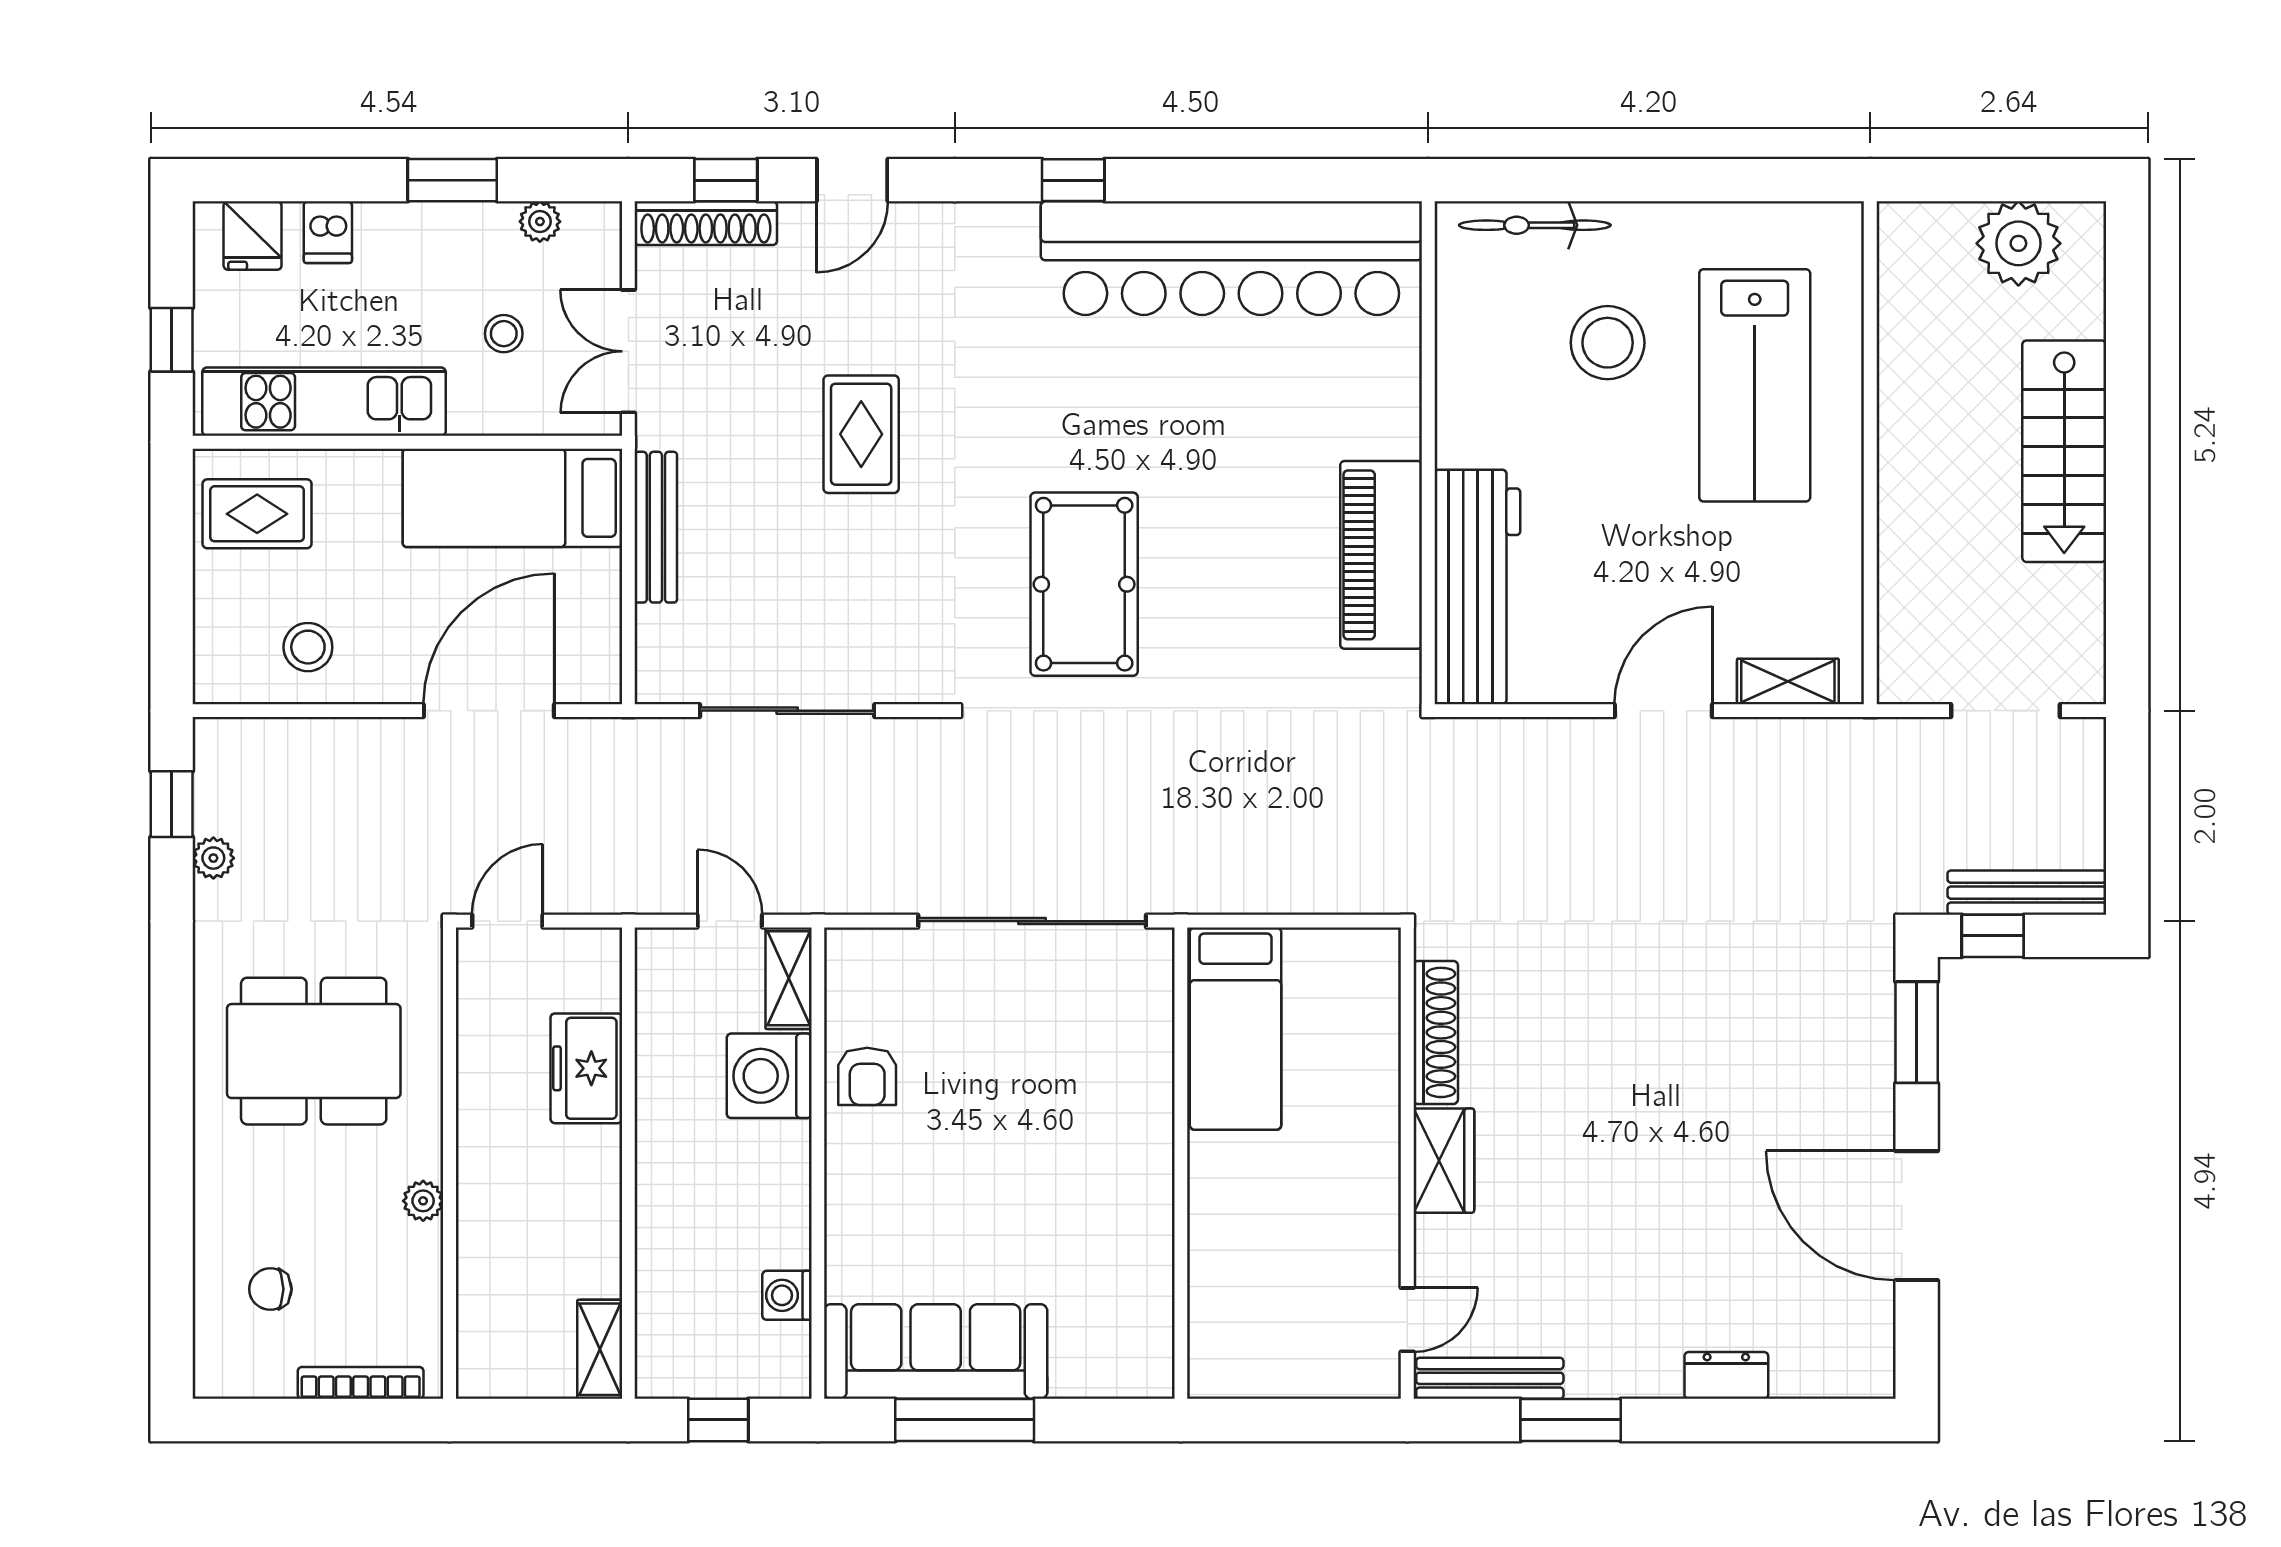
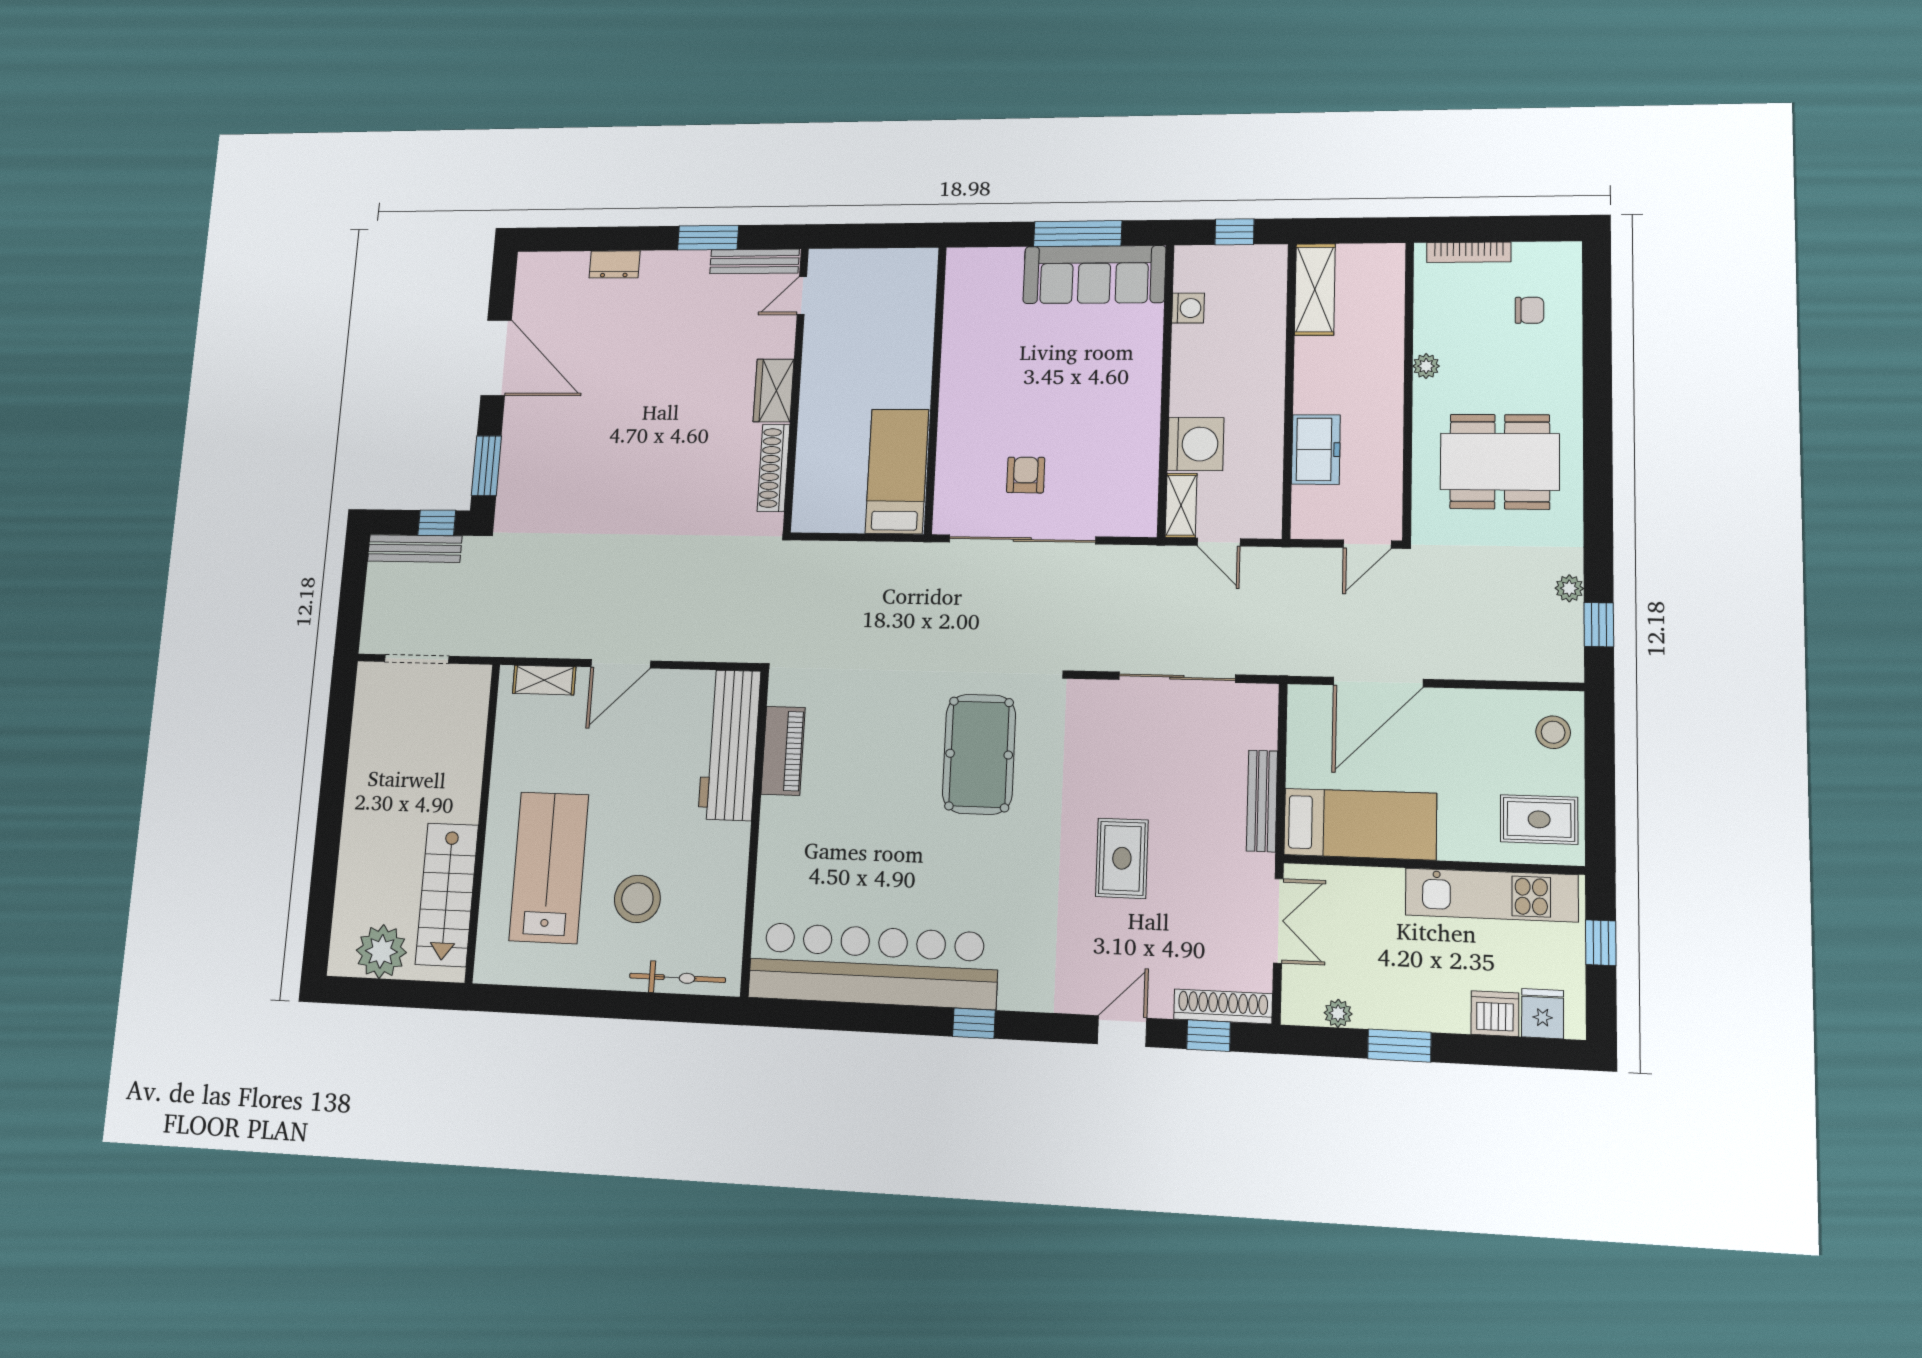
dishwasher: (328, 232) -> (1495, 1014), width x1.38
stool: (504, 334) -> (1365, 937), removed
stairs: (2064, 451) -> (447, 895), moved, turned 180
piano: (1381, 555) -> (783, 751), width x0.73, depth x0.75
stool: (308, 647) -> (1553, 732), moved
armchair: (867, 1076) -> (1026, 475), moved
shelving: (600, 1349) -> (1315, 289), width x1.50, depth x1.33

